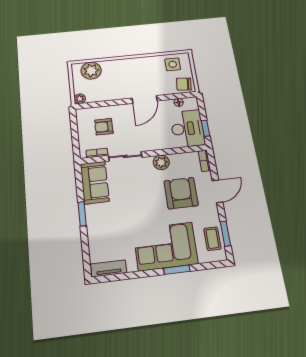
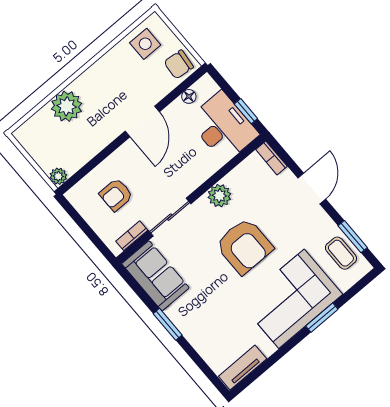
plant: (91, 71) -> (67, 106), moved
armchair: (181, 193) -> (244, 246), moved, turned 180

